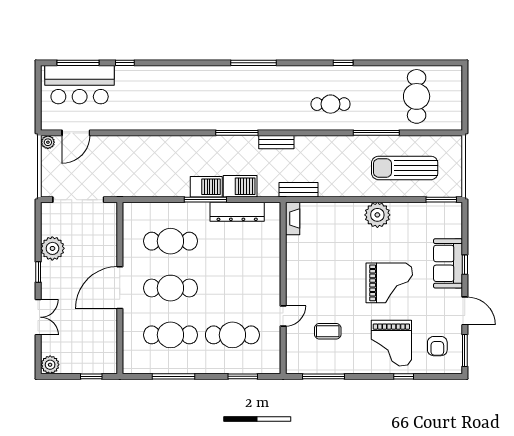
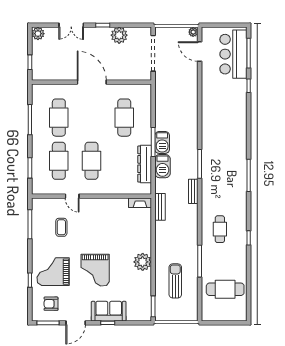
sun lounger: (405, 168) -> (175, 281), width x0.73, depth x0.75
cafe table: (170, 288) -> (92, 161), moved

